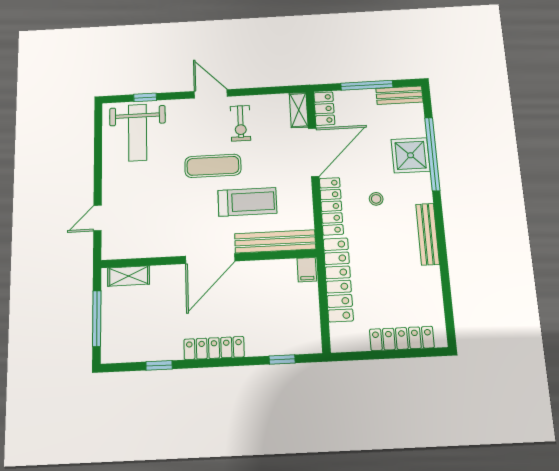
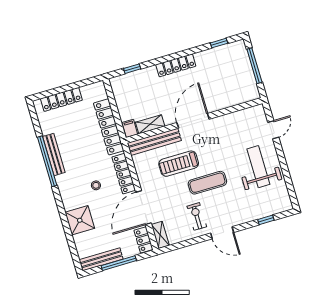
bench: (399, 95) -> (101, 259), width x1.36
weight bench: (138, 132) -> (258, 167), moved
window: (432, 154) -> (47, 161), moved
bench: (428, 234) -> (54, 154), moved
shelving: (129, 276) -> (150, 124), moved
window: (159, 365) -> (219, 43), moved

